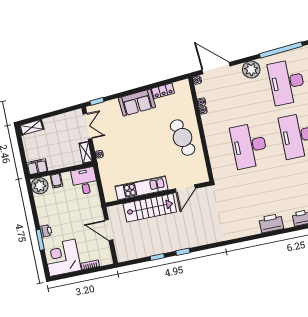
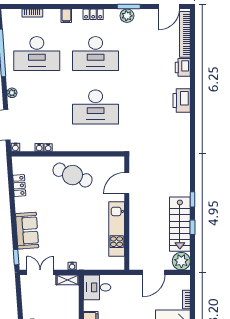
plant: (251, 70) -> (12, 93), width x0.53, depth x0.53
sofa: (137, 103) -> (27, 231), moved
cafe table: (183, 138) -> (73, 175), turned 36
door: (185, 189) -> (127, 183), swing flipped
stairs: (150, 208) -> (180, 224), moved, turned 180
plant: (124, 253) -> (181, 261), added

